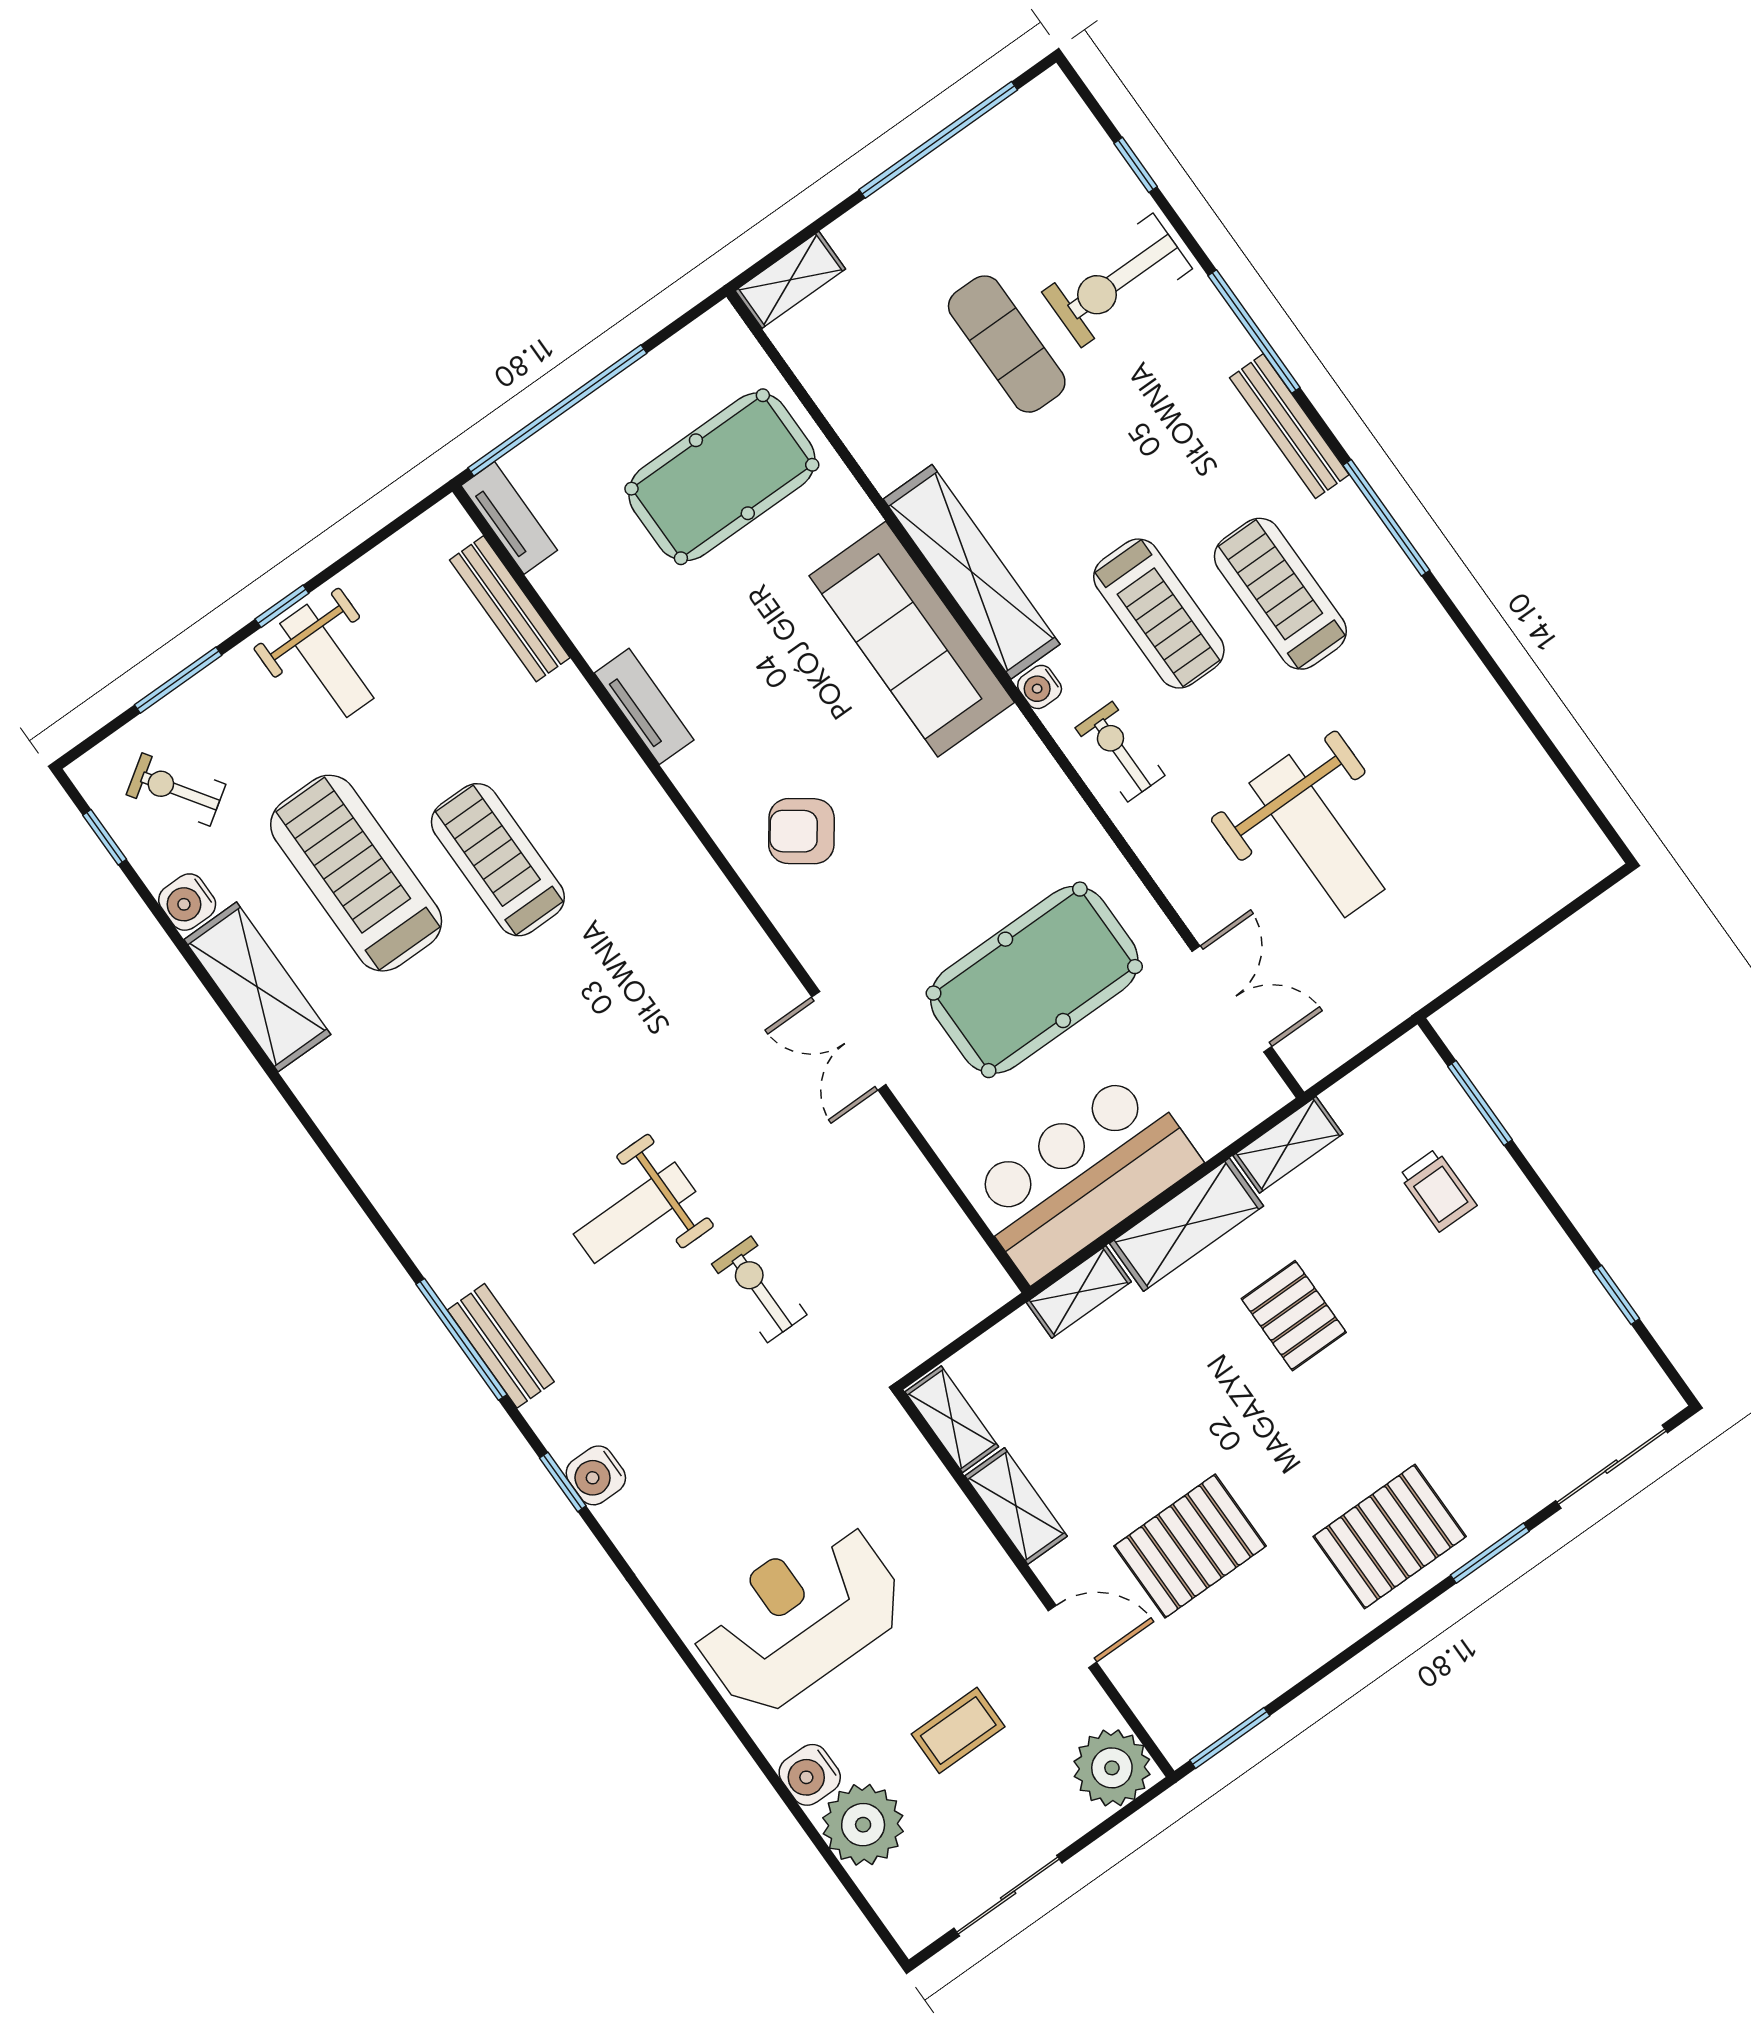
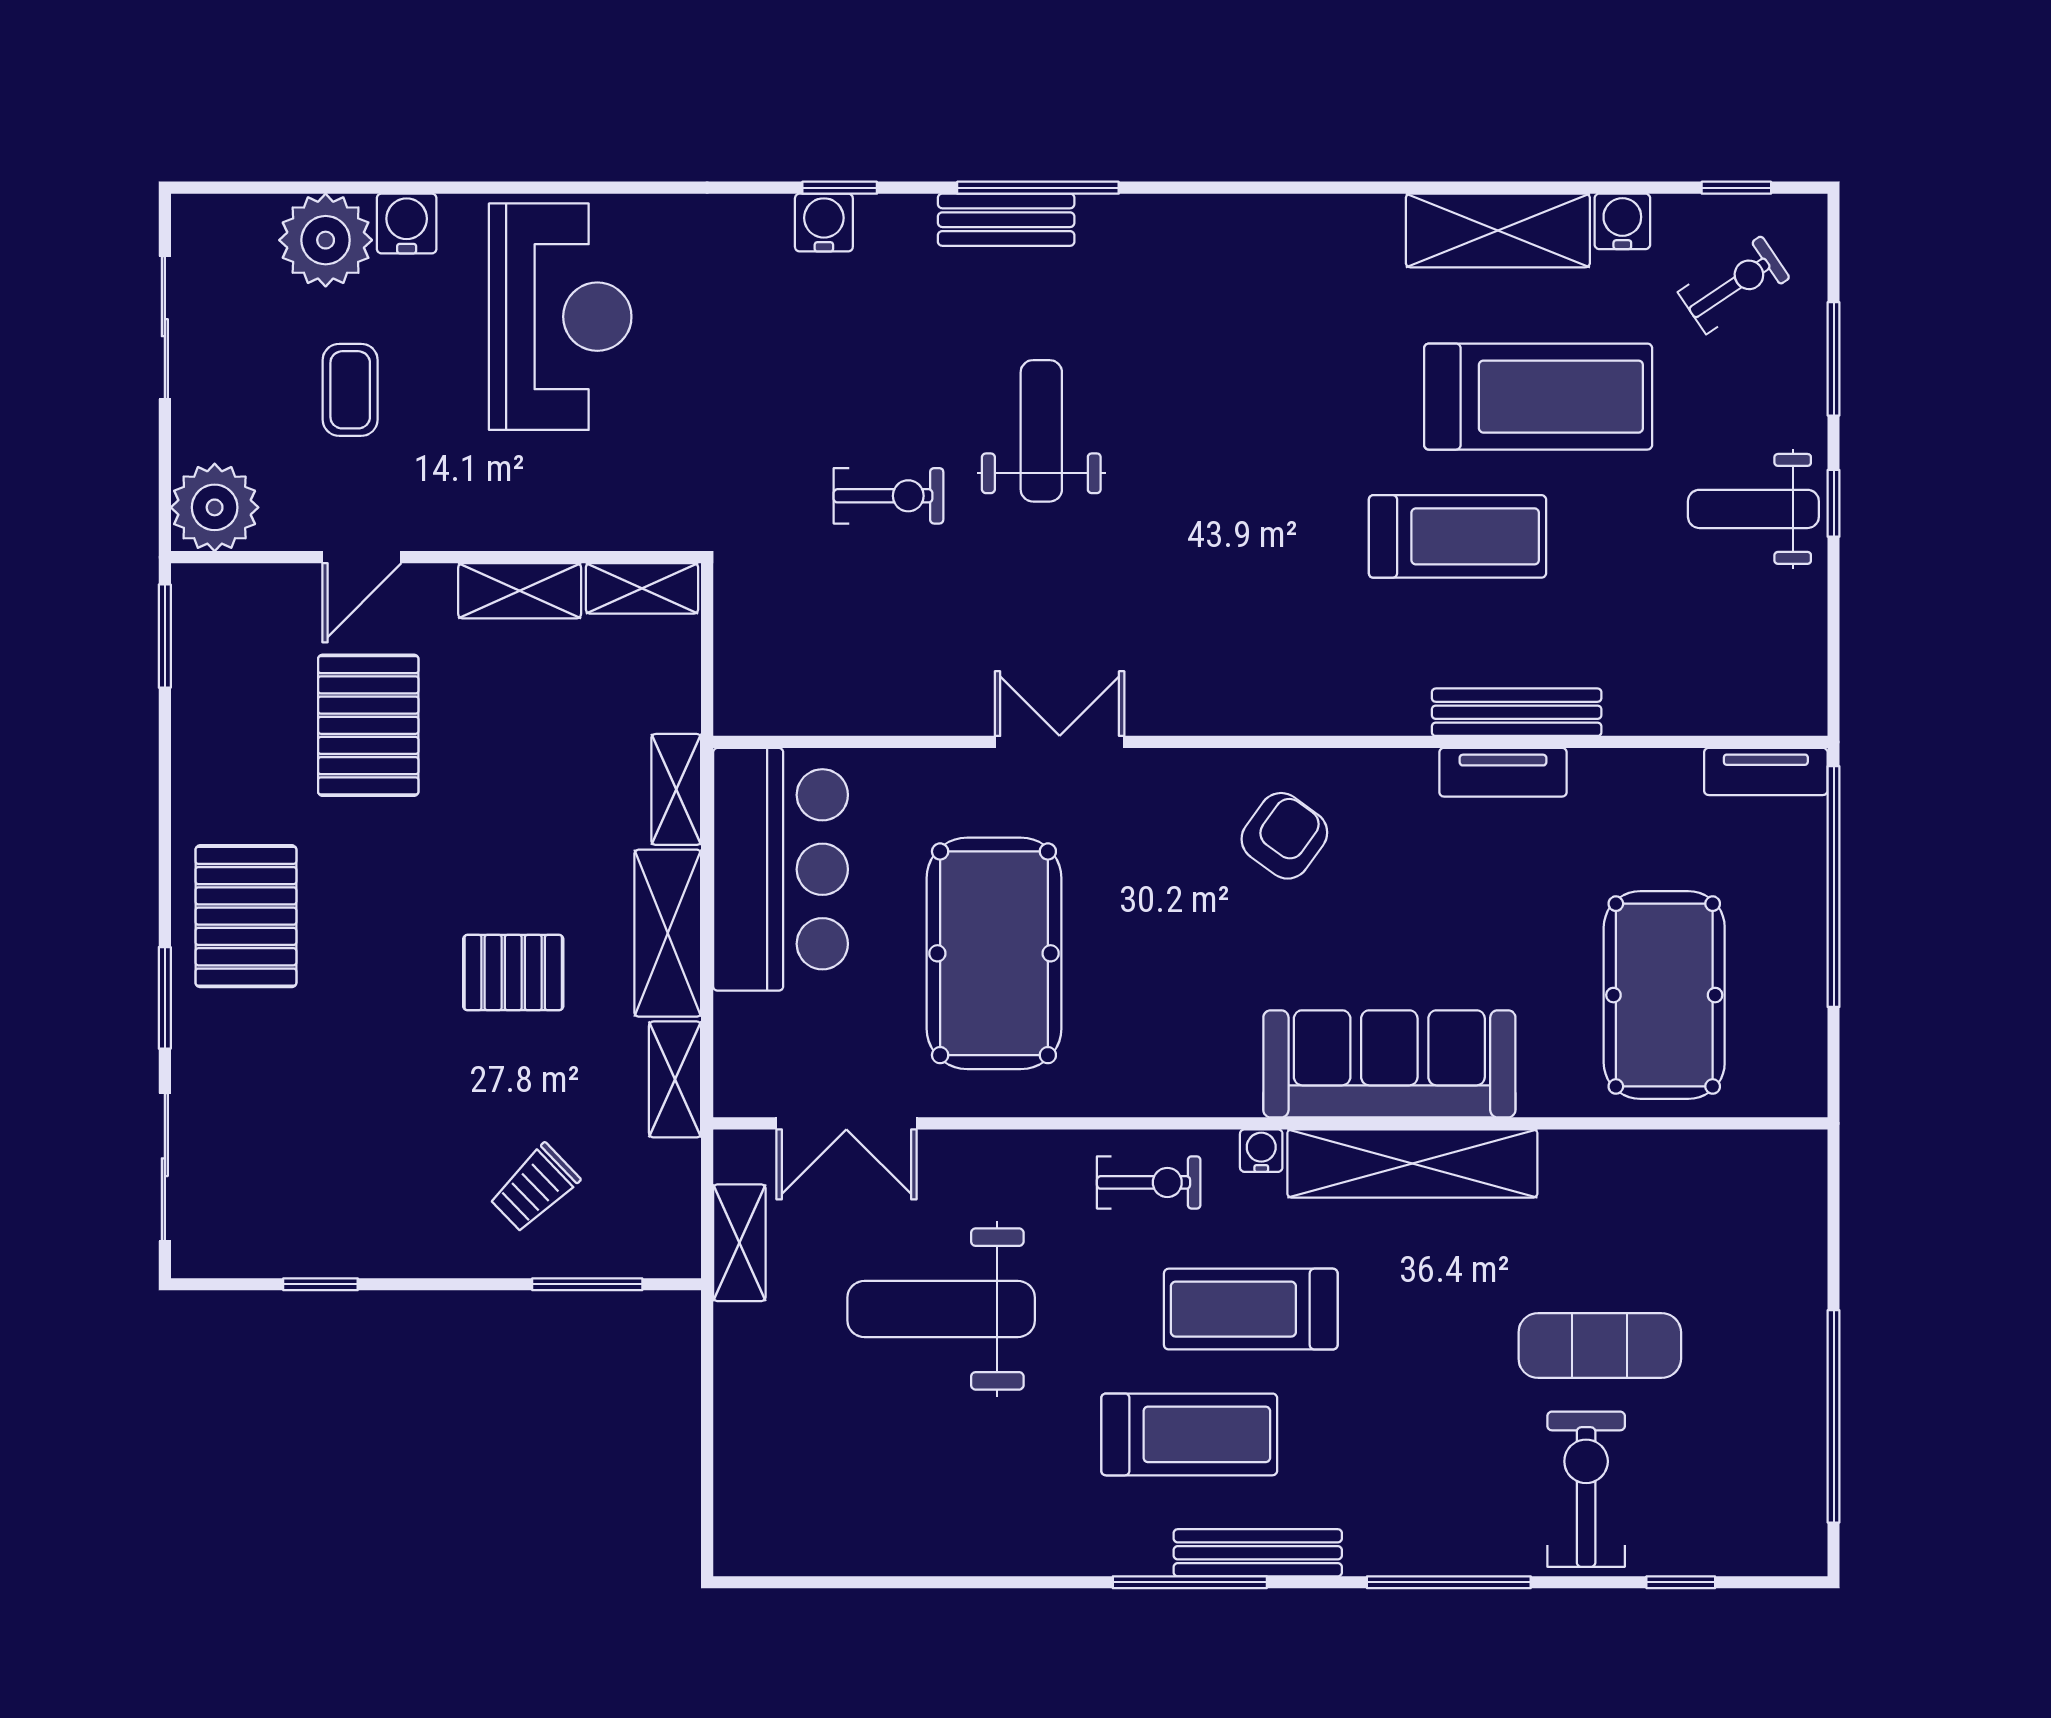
shelving: (790, 280) -> (739, 1243), moved
bench: (1289, 426) -> (1258, 1553), moved
bench: (510, 609) -> (1517, 712), moved
trolley: (1438, 1190) -> (534, 1188), turned -44

